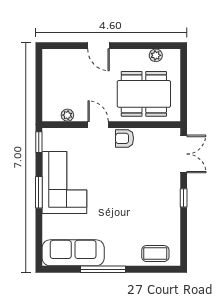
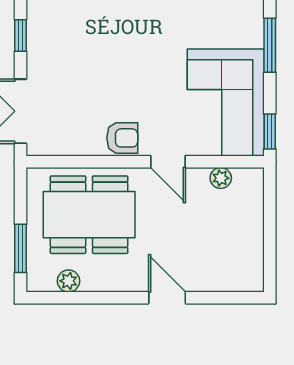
window: (184, 74) -> (21, 248), added
corner sofa: (64, 182) -> (226, 102), moved

